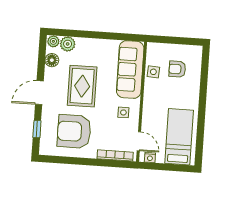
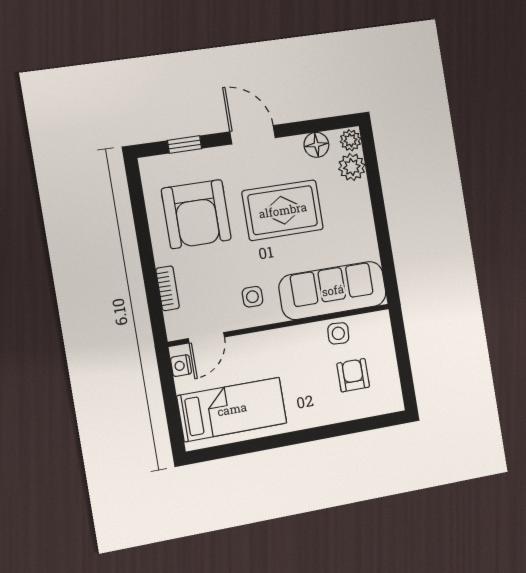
armchair: (74, 131) -> (196, 214), turned 180
bookcase: (115, 155) -> (168, 288), width x0.64

